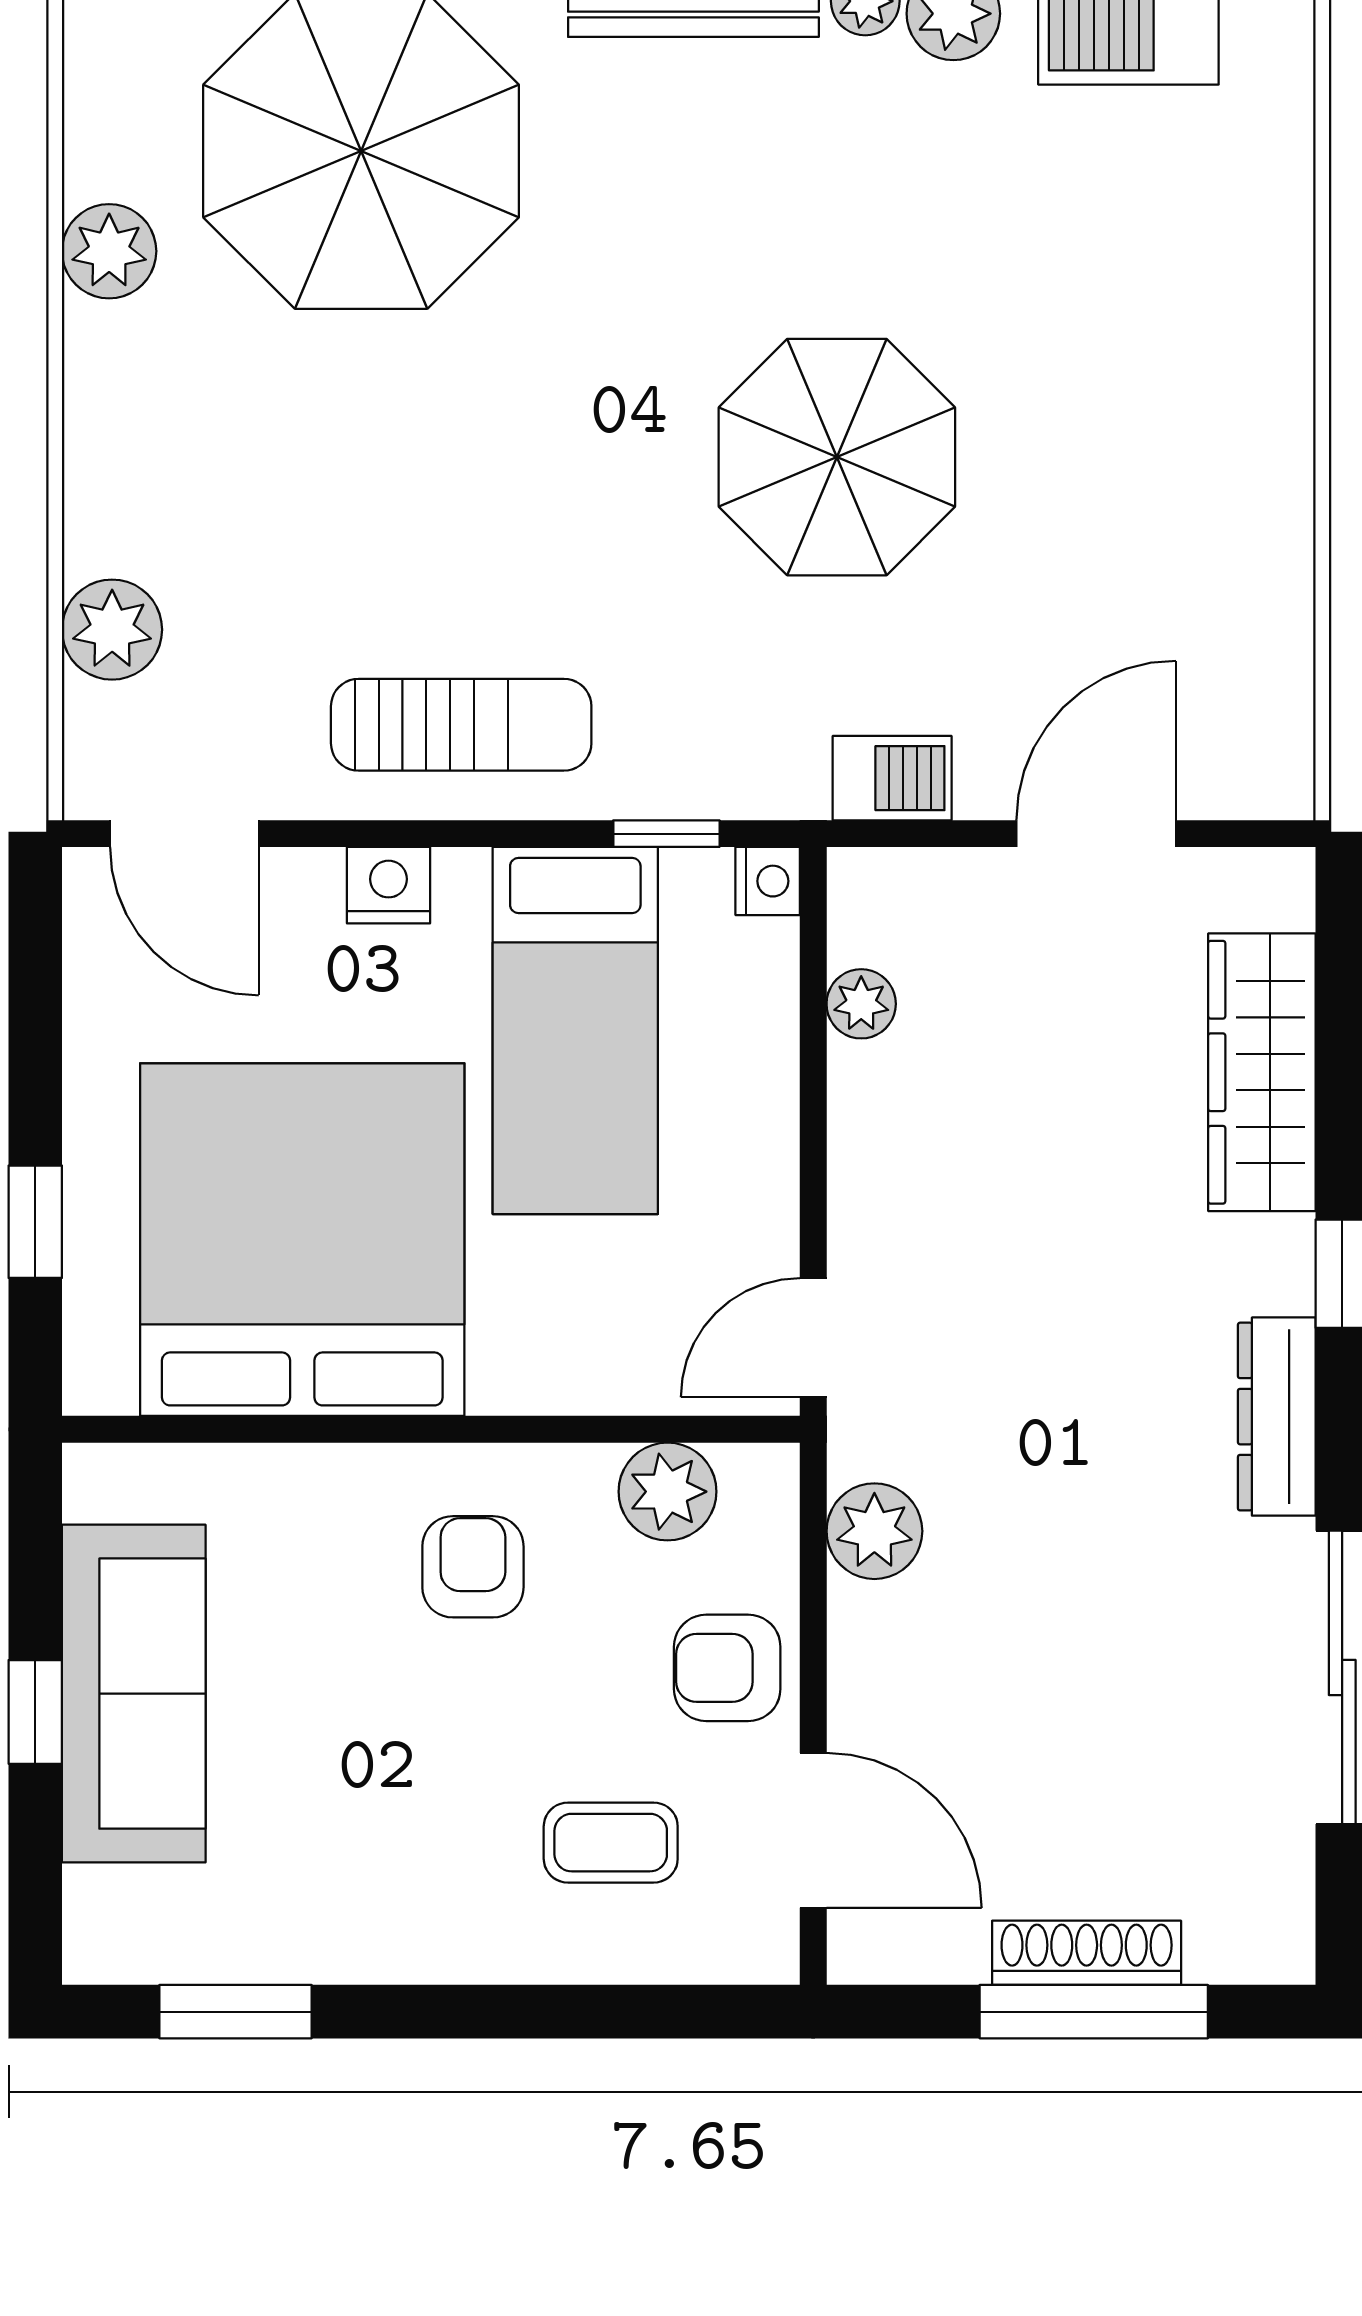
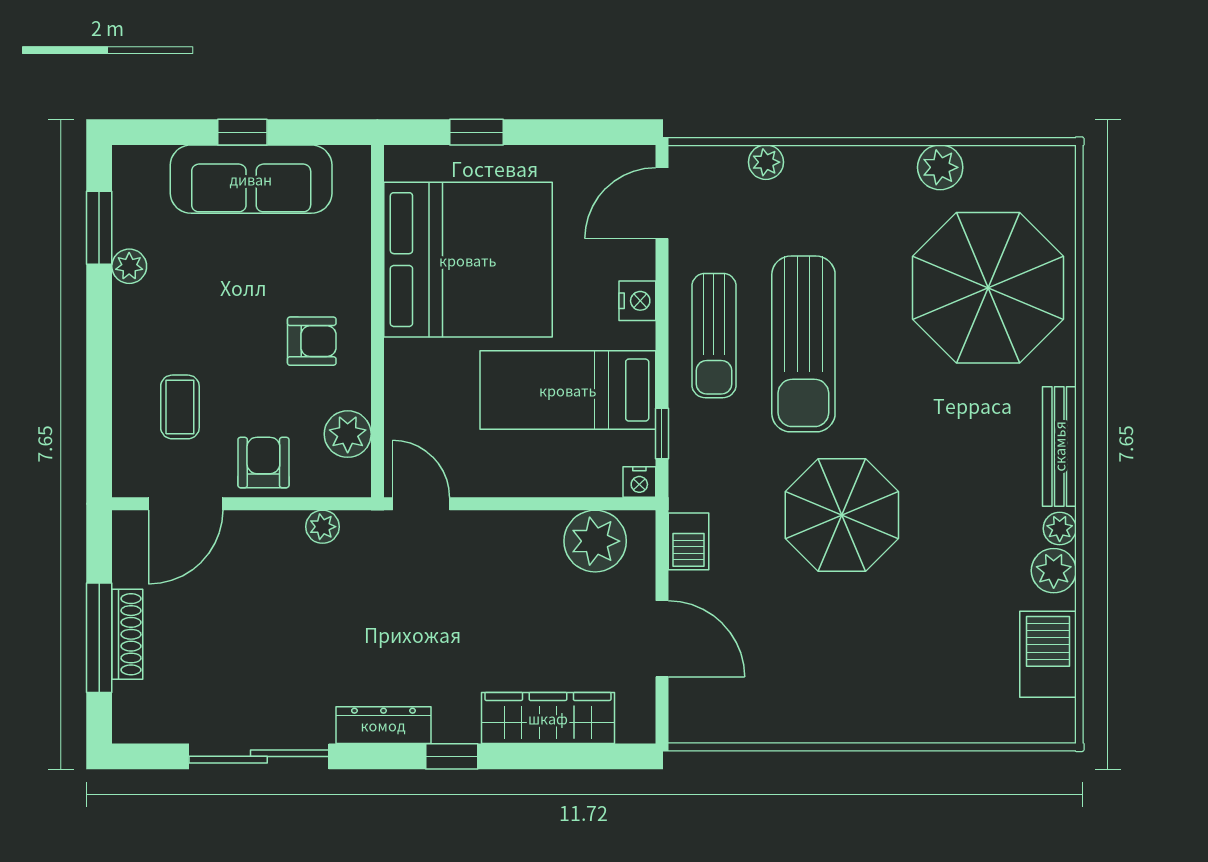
sun lounger: (479, 538) -> (803, 344), added
plant: (112, 630) -> (766, 162), width x0.73, depth x0.73
plant: (861, 1004) -> (595, 541), width x1.88, depth x1.88
plant: (874, 1531) -> (322, 527), width x0.73, depth x0.73
plant: (316, 1949) -> (129, 266), added

